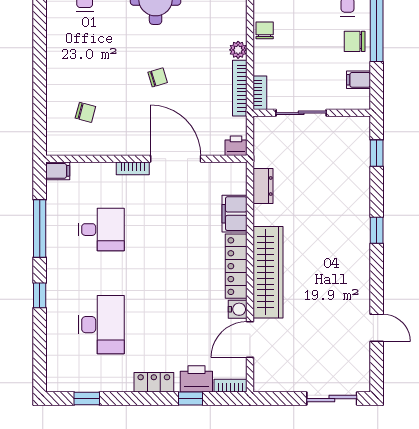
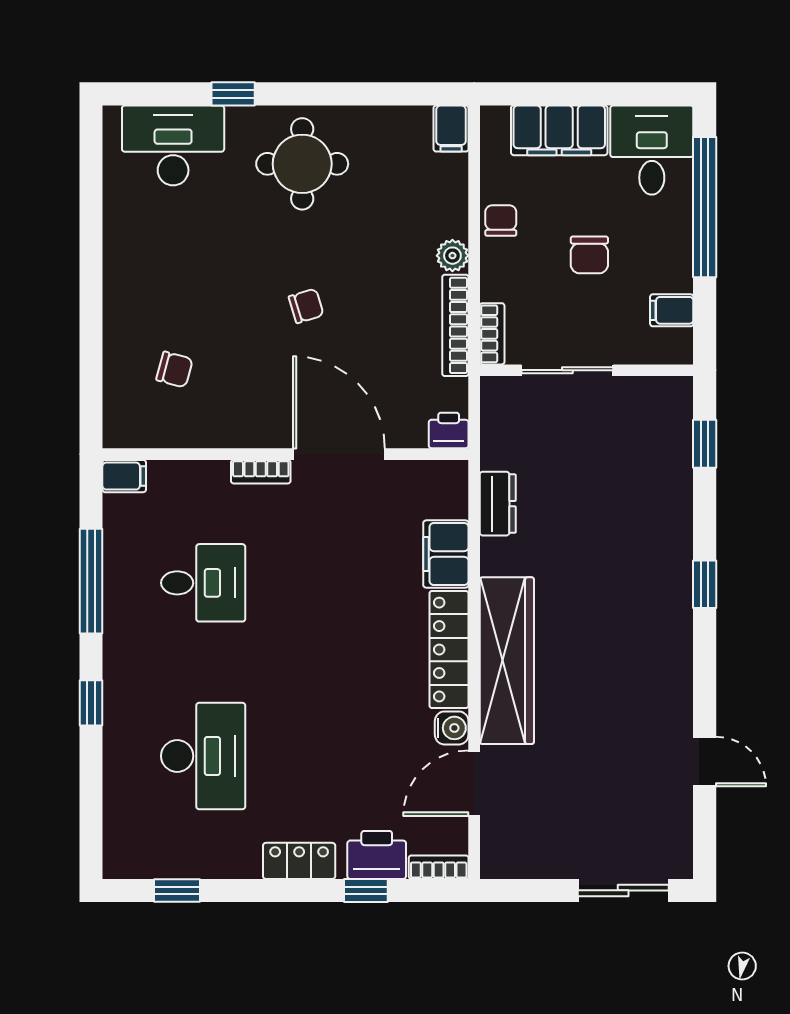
chair: (355, 41) -> (589, 255), moved, turned -90

